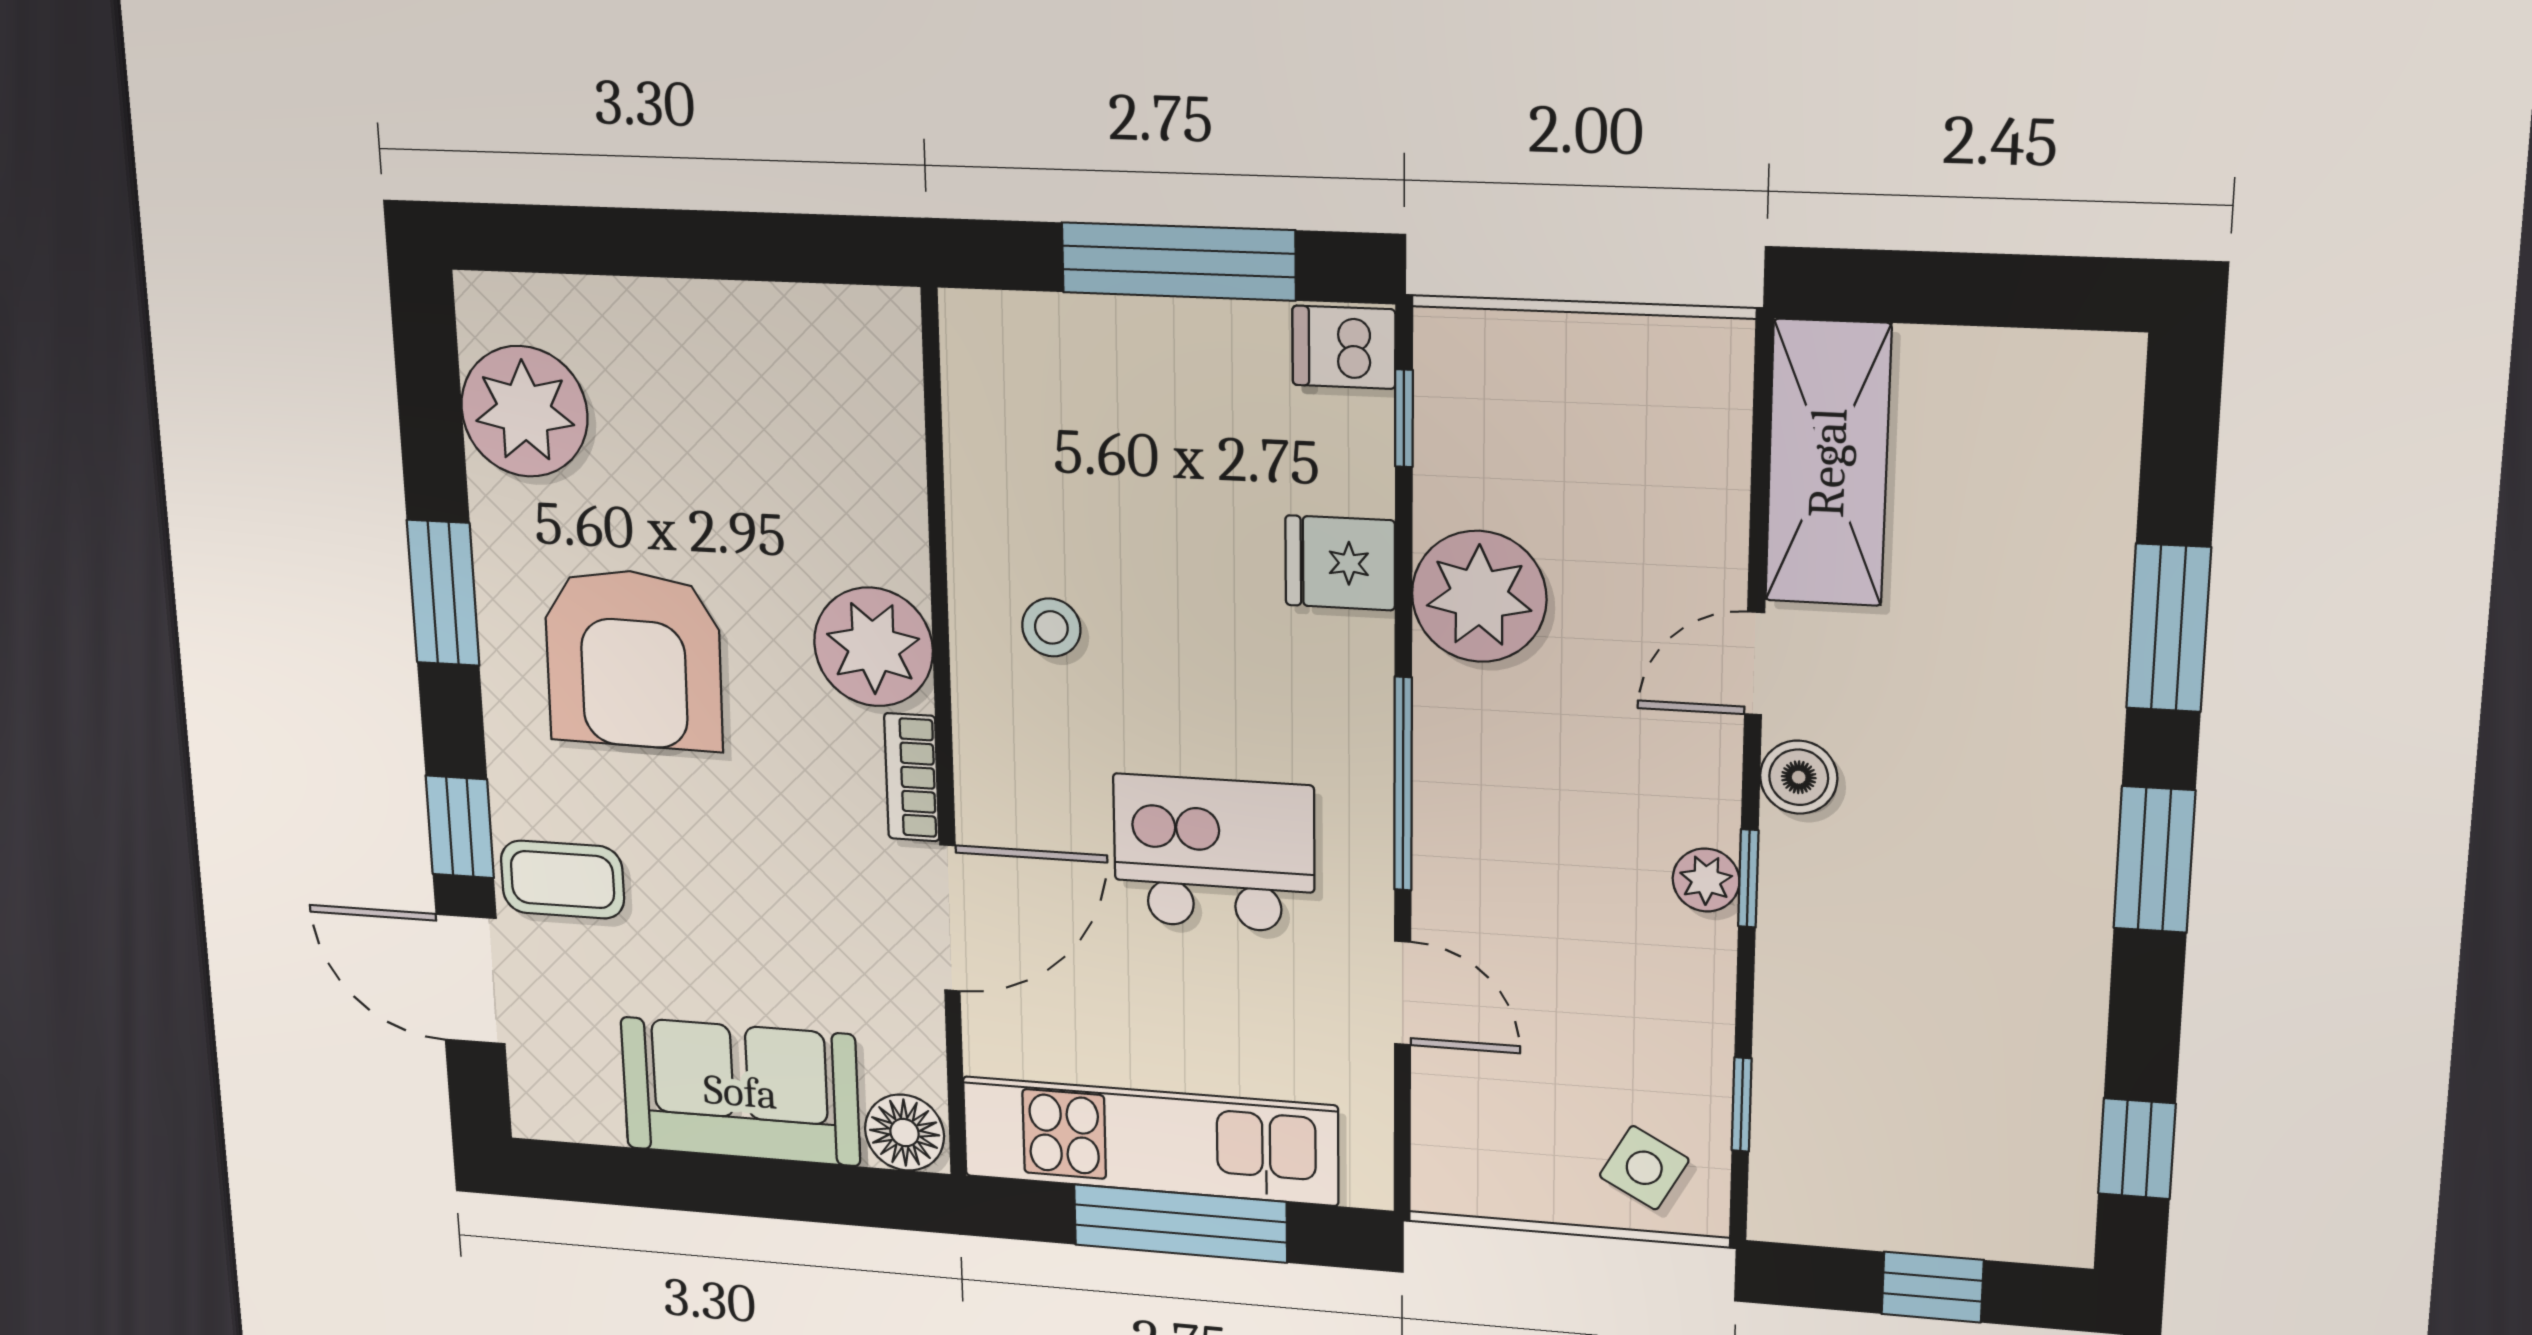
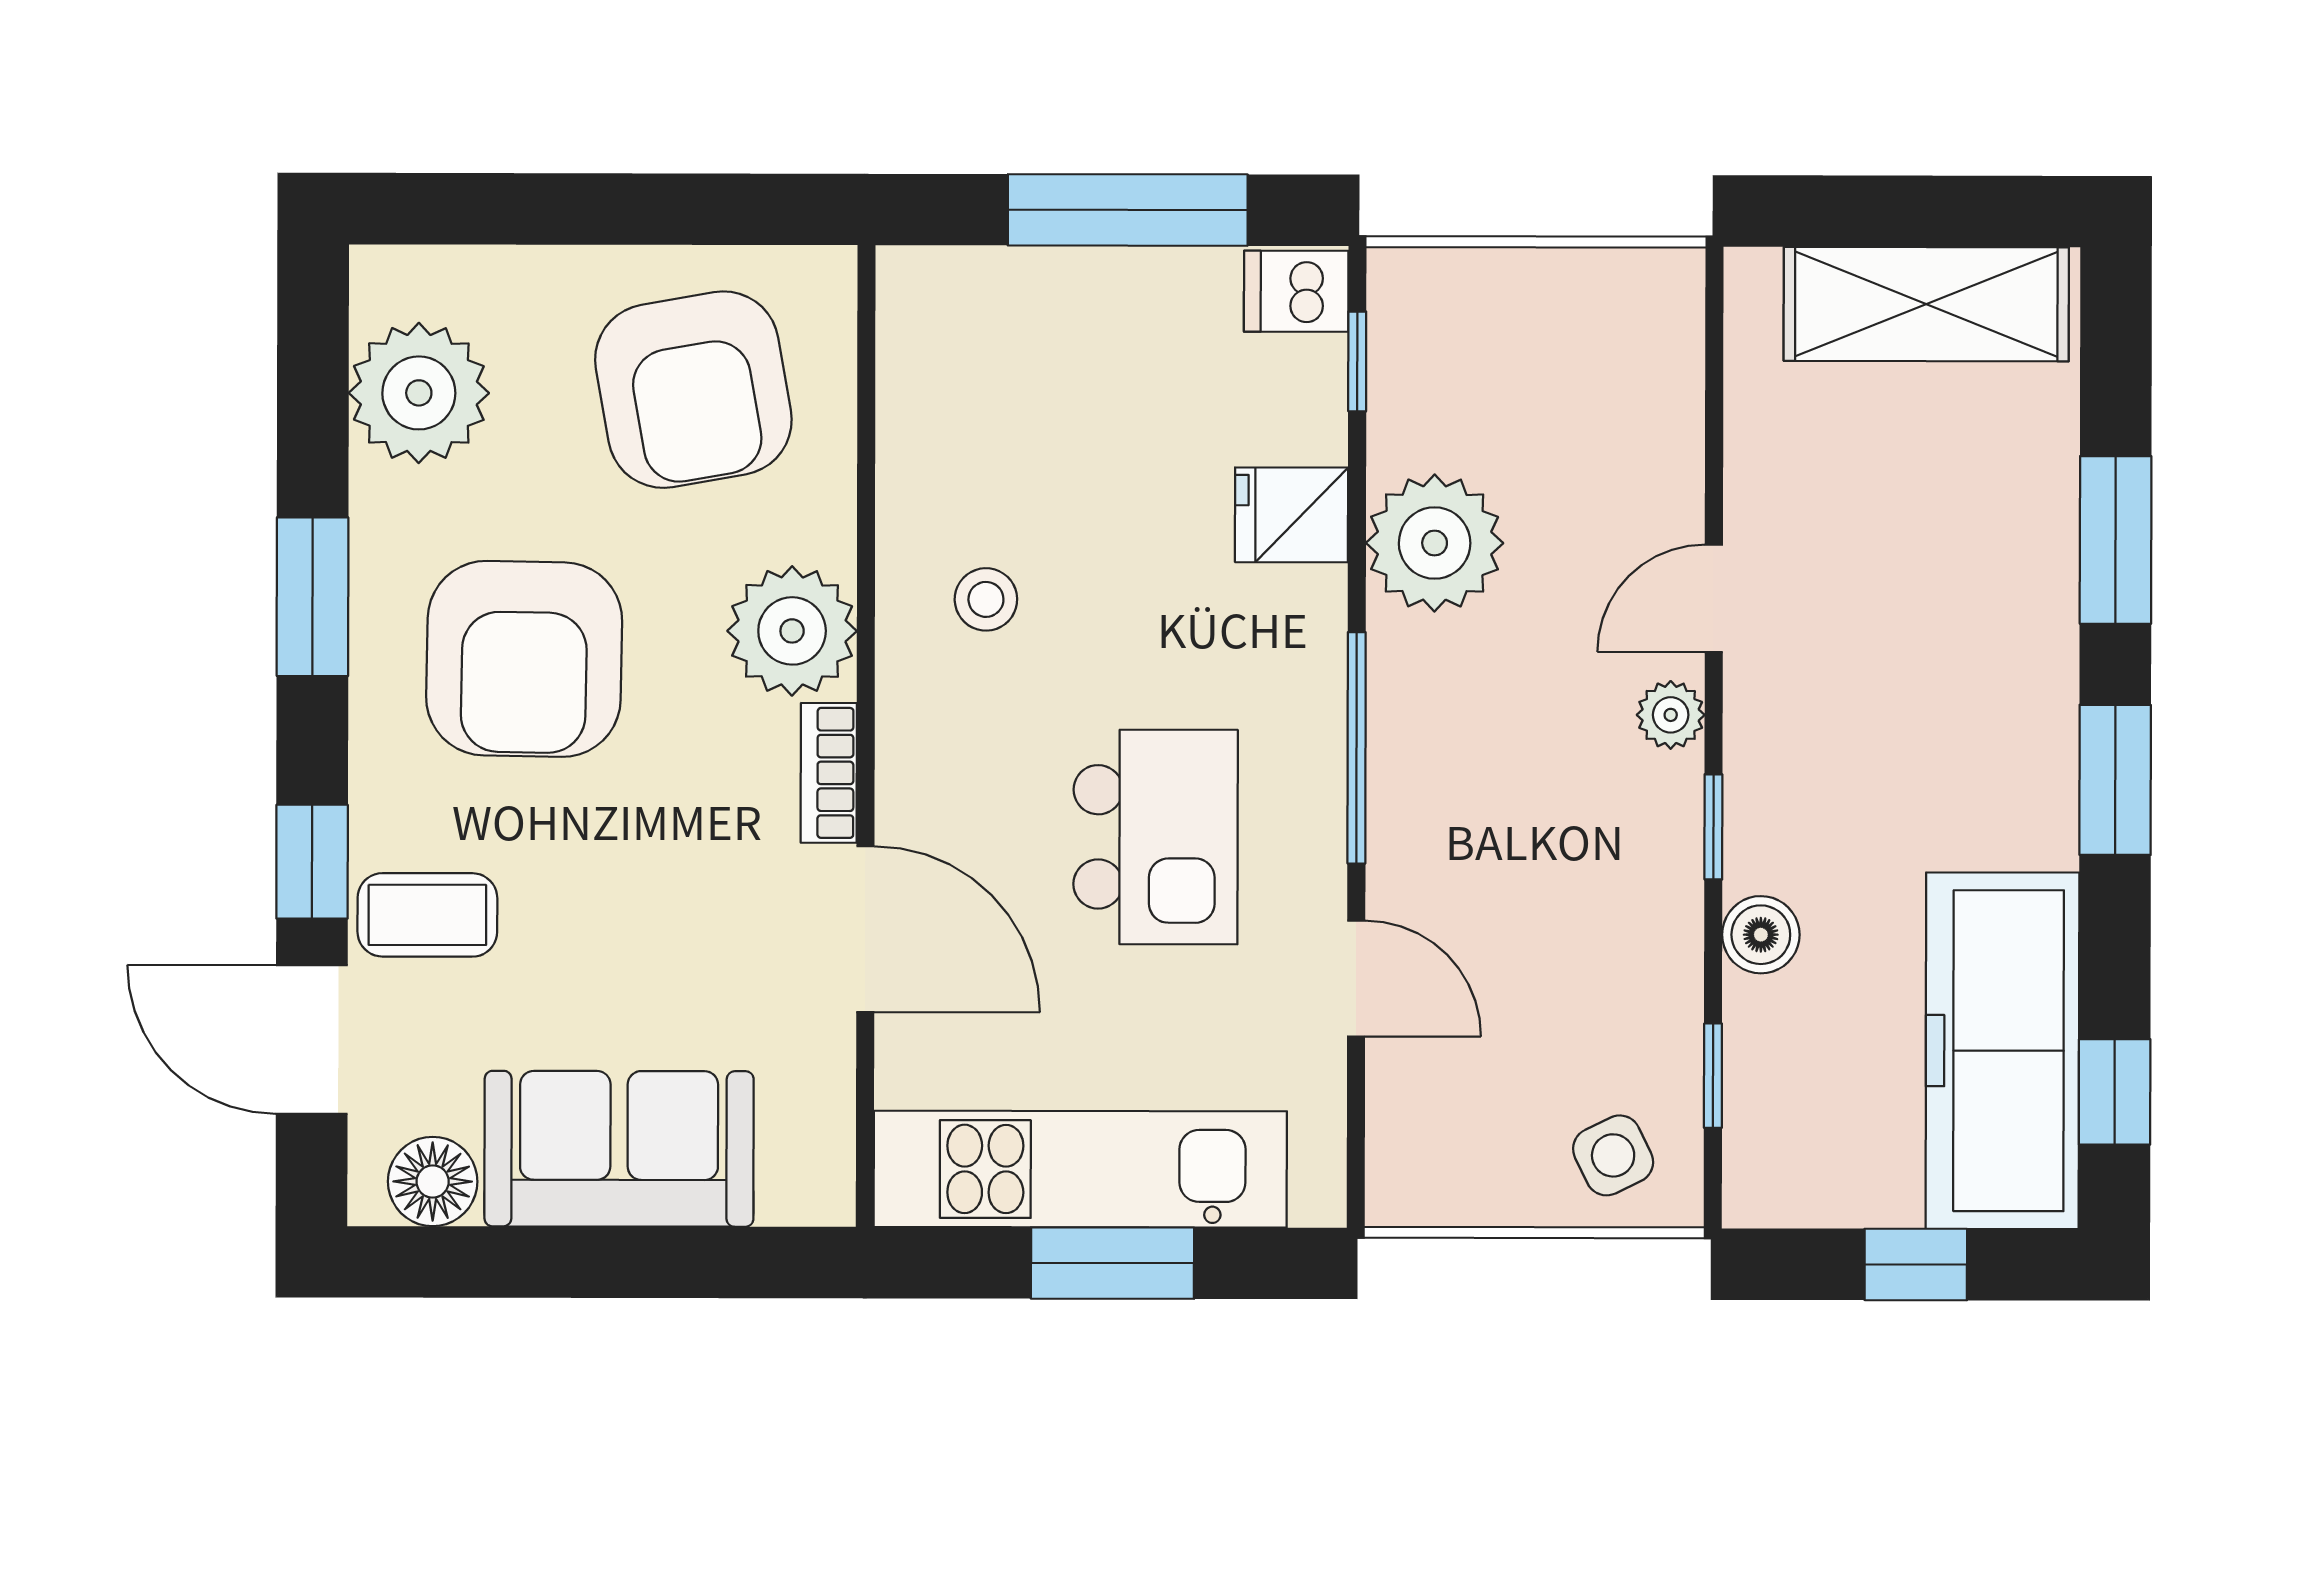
armchair: (773, 419) -> (693, 390), added
shelving: (1828, 463) -> (1926, 304), moved, turned 90
boiler: (1799, 777) -> (1761, 935), moved
kitchen island: (1214, 854) -> (1156, 837), turned 90
plant: (1706, 880) -> (1671, 715), moved
door: (950, 918) -> (865, 929), hinge flipped
freezer: (2027, 1103) -> (2002, 1051), added
floor lamp: (905, 1133) -> (433, 1181), moved
side table: (1644, 1168) -> (1613, 1155), turned 35
window: (1180, 1223) -> (1113, 1263), width x0.69

